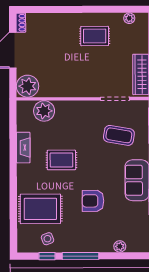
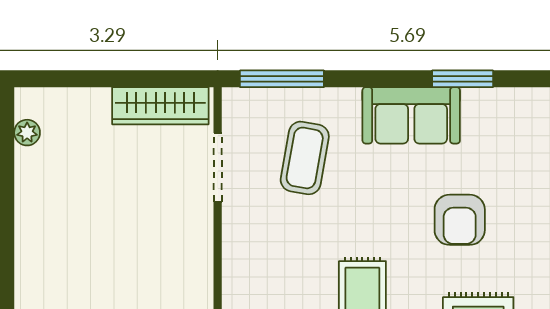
rug: (95, 36) -> (69, 215), removed

